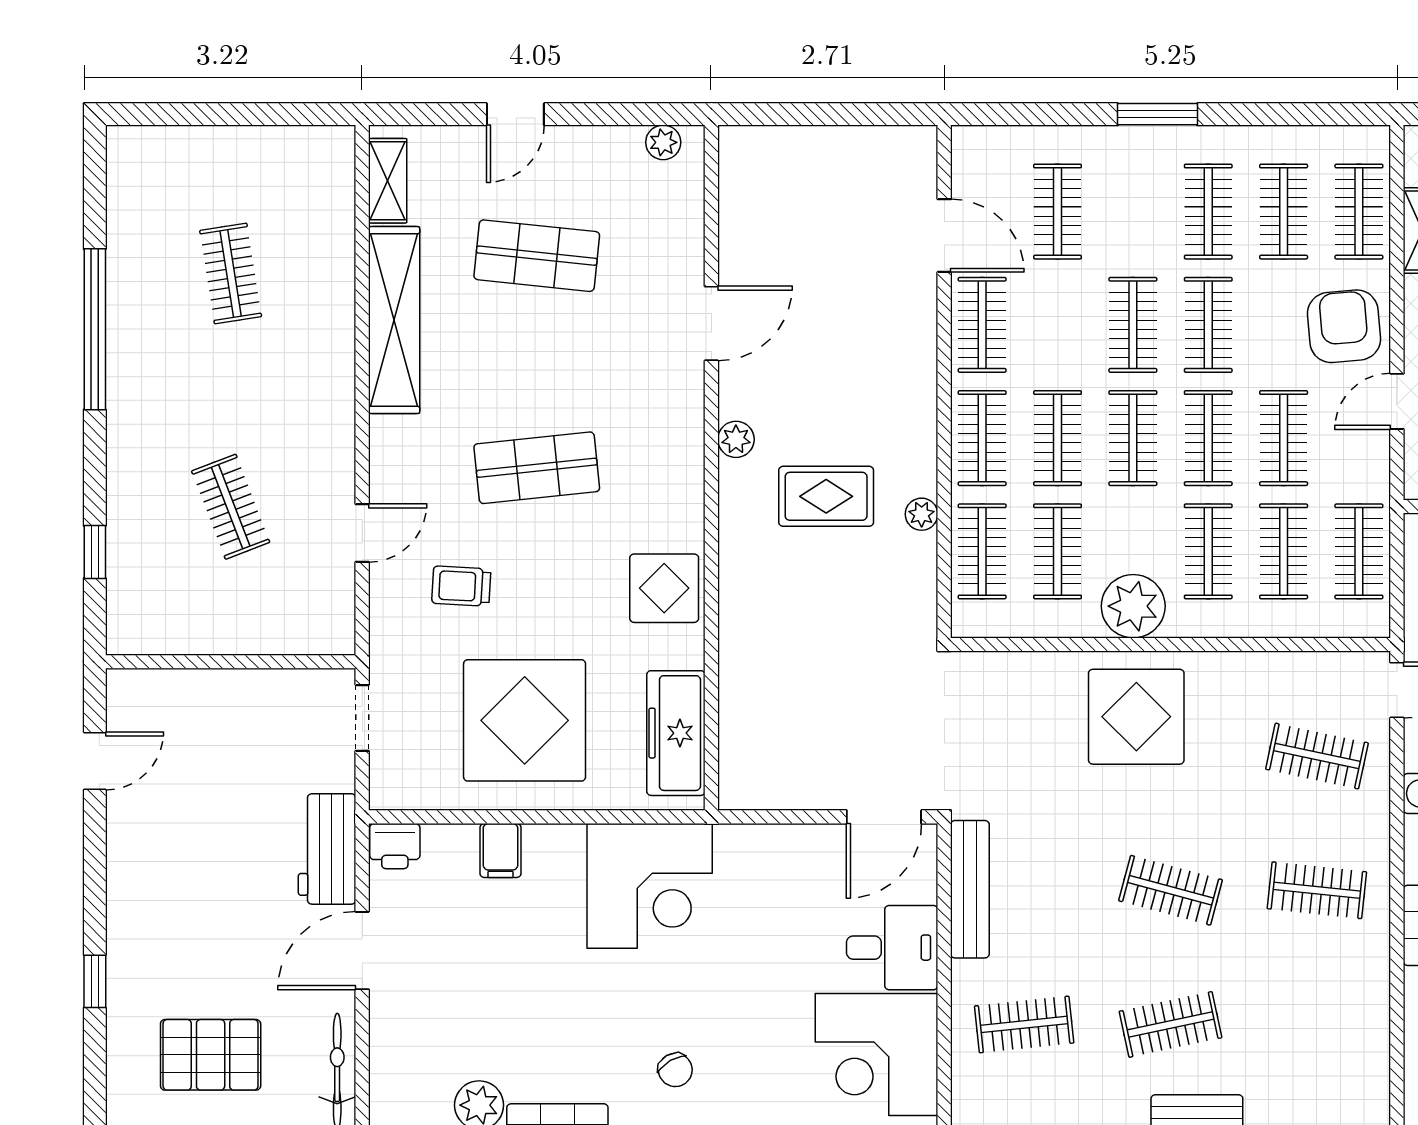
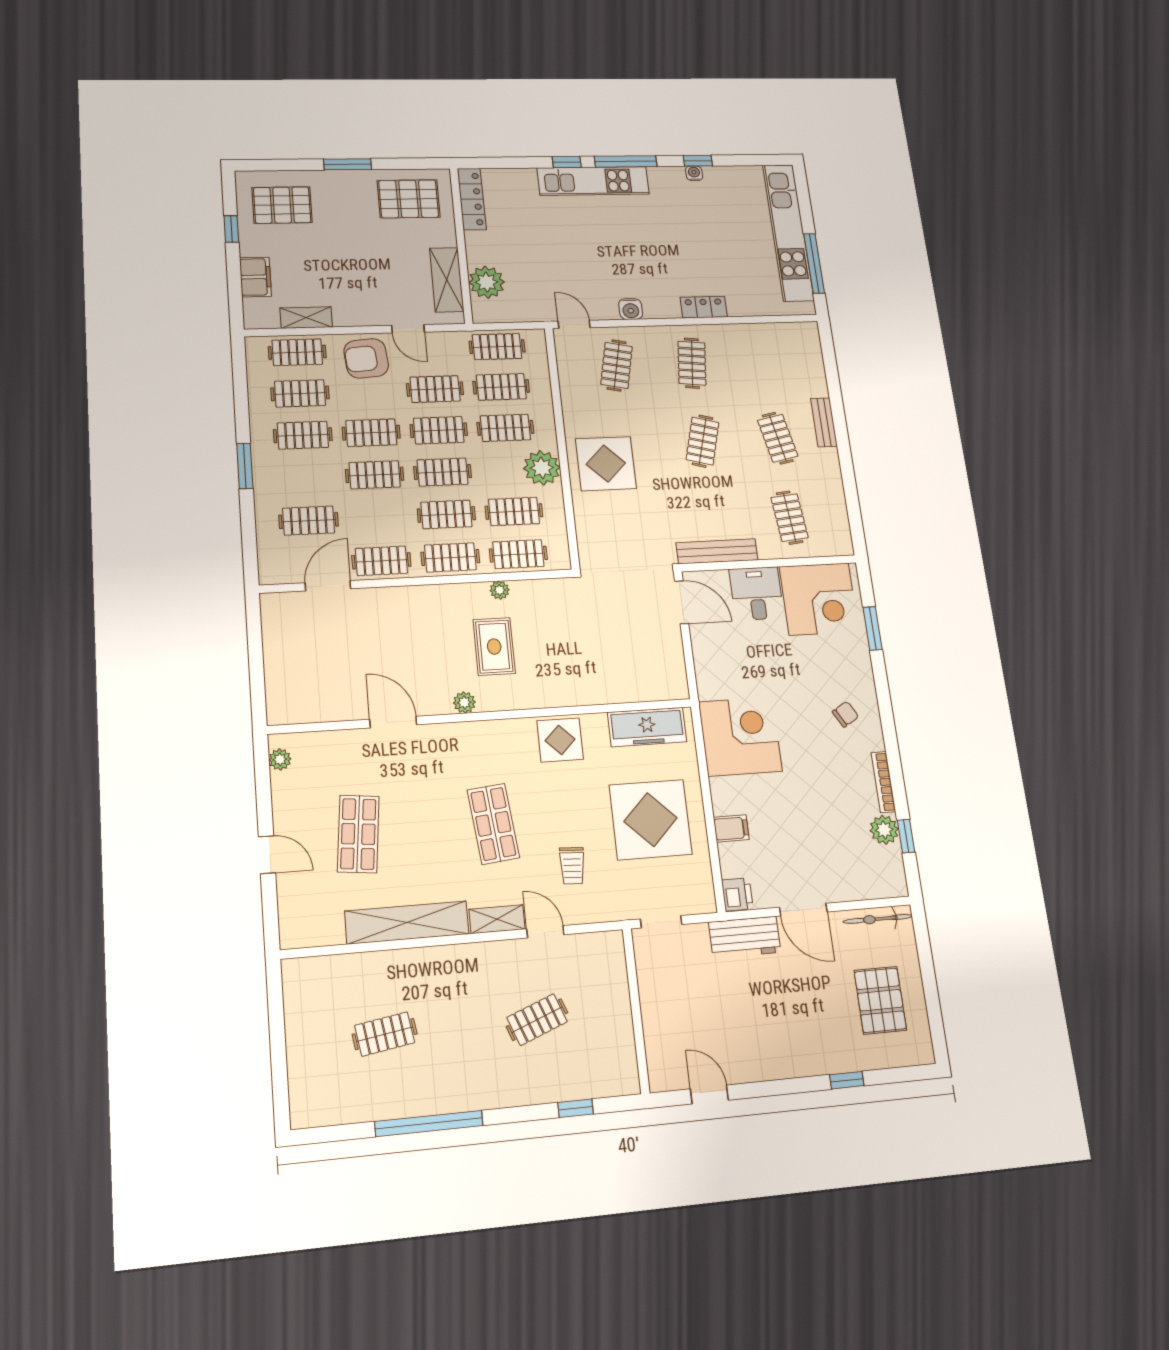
shelving: (388, 181) -> (497, 919), moved

